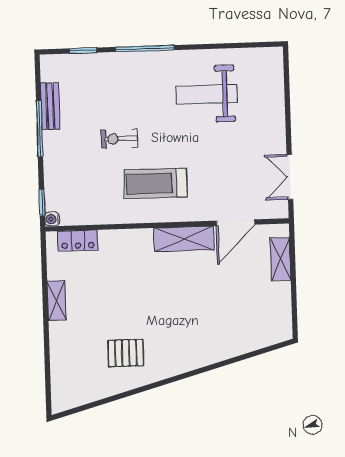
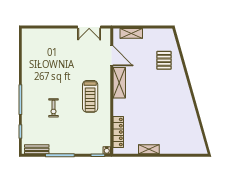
weight bench: (207, 94) -> (45, 68), removed
bench: (50, 106) -> (37, 149), moved
exercise bike: (119, 139) -> (54, 108), moved
locker: (78, 240) -> (118, 132), width x1.53
pallet: (126, 353) -> (164, 60), moved

